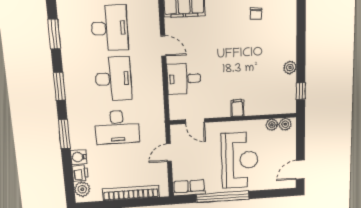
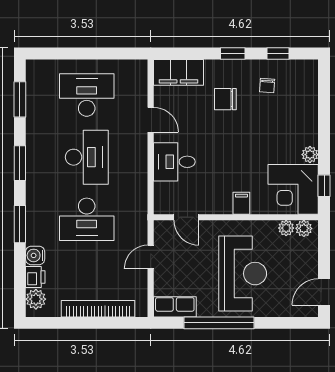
chair: (223, 26) -> (225, 99), added
desk: (110, 28) -> (87, 95), turned -90
corner desk: (277, 95) -> (293, 189), added

